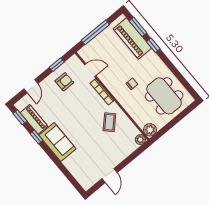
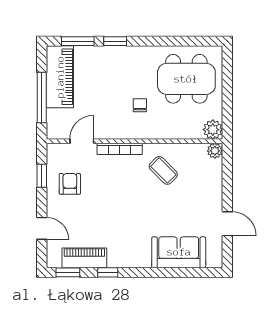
piano: (132, 38) -> (60, 77), moved, turned -90
sofa: (57, 142) -> (179, 252), moved

